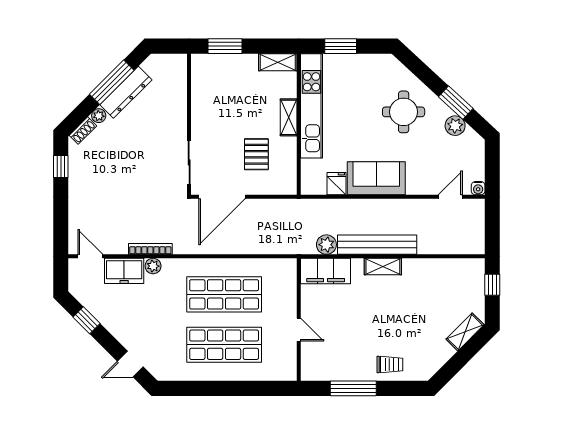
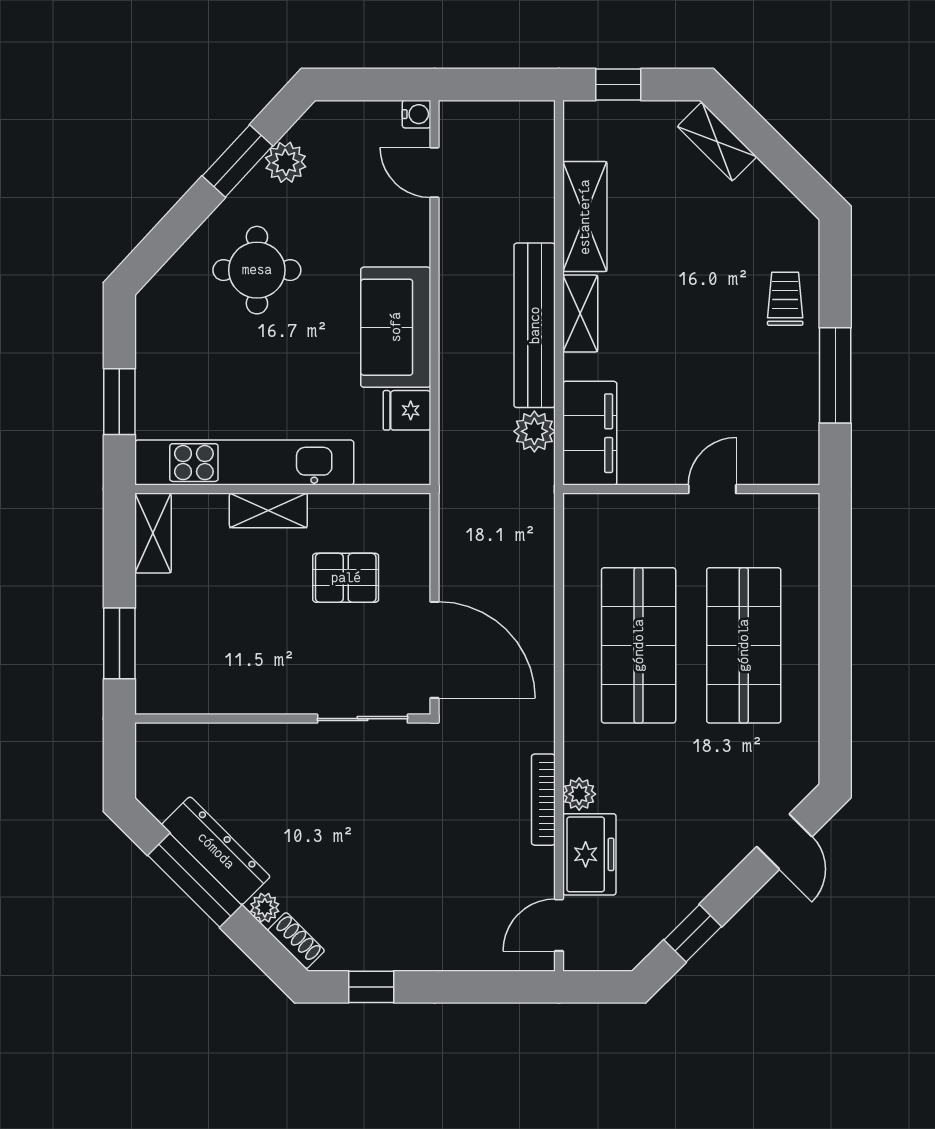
shelving: (429, 269) -> (585, 217), added

